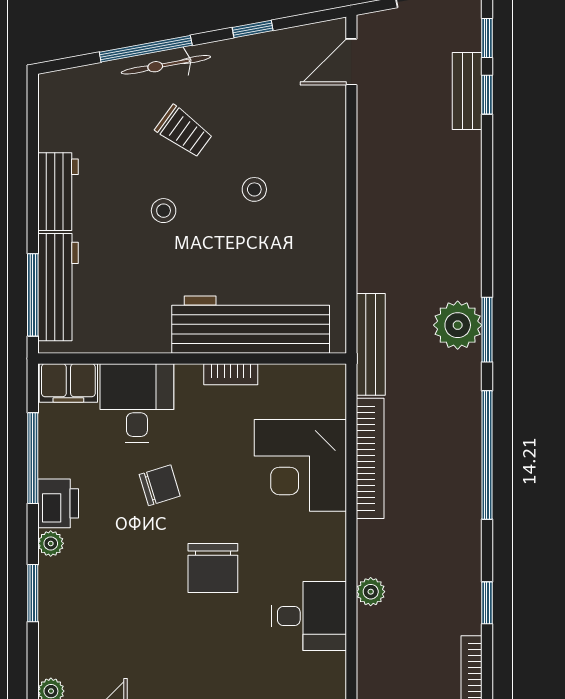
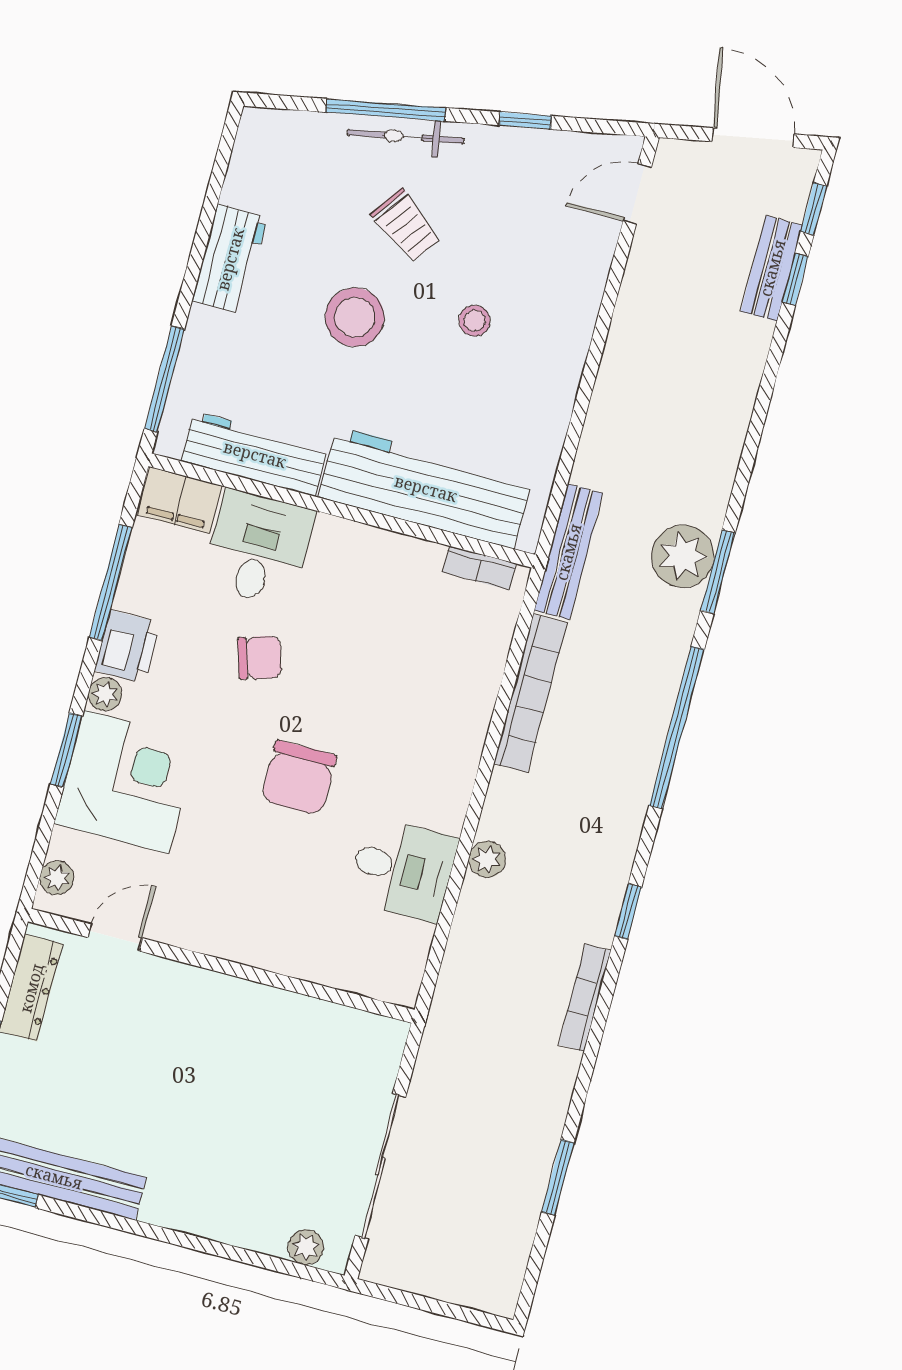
stool: (164, 211) -> (355, 317), width x1.89, depth x1.89
workbench: (58, 287) -> (255, 454), moved, turned -90
bookcase: (231, 374) -> (479, 568), moved
corner desk: (300, 465) -> (126, 782), moved, turned 180

